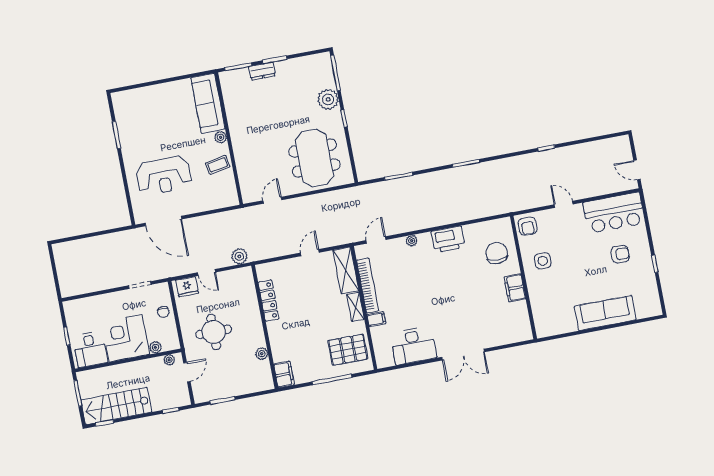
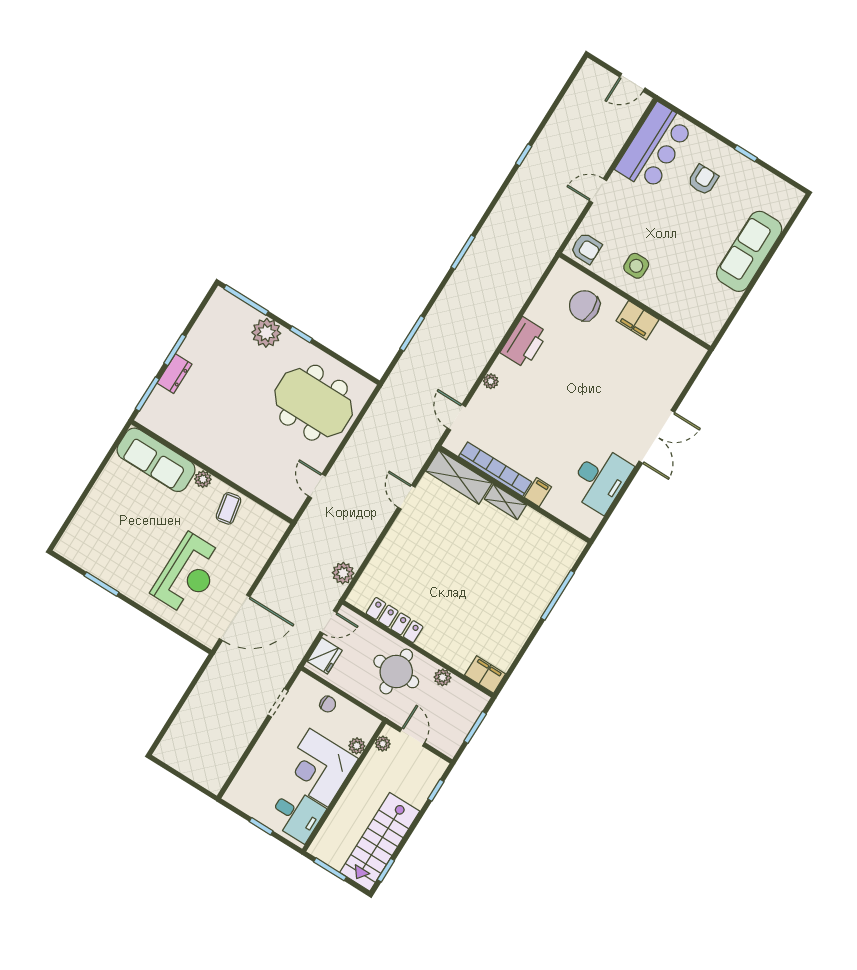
locker: (269, 301) -> (395, 620), moved
wall: (265, 327) -> (418, 649), moved
pallet: (348, 350) -> (542, 551), removed
plant: (262, 354) -> (443, 677), moved
filing cabinet: (284, 374) -> (485, 674), moved

